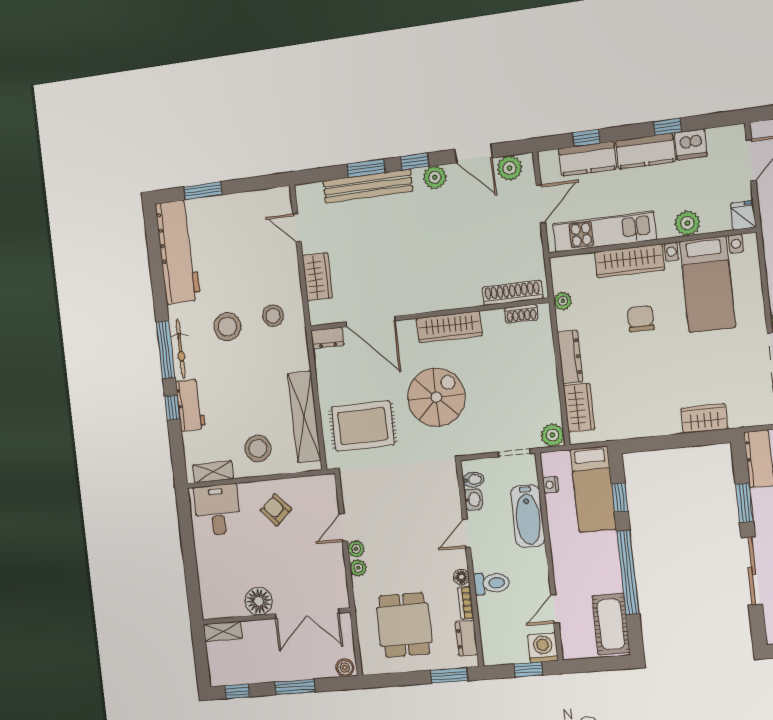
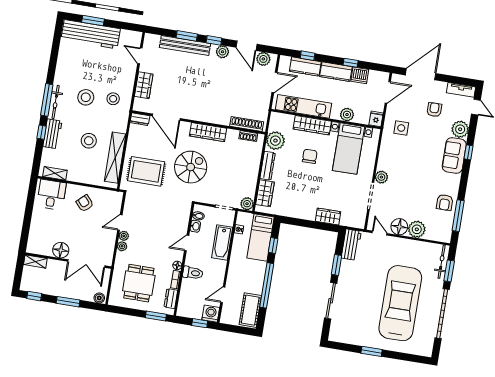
workbench: (178, 252) -> (91, 34), moved, turned 90
plant: (563, 301) -> (275, 141), width x1.88, depth x1.88
stool: (258, 448) -> (89, 141), moved

